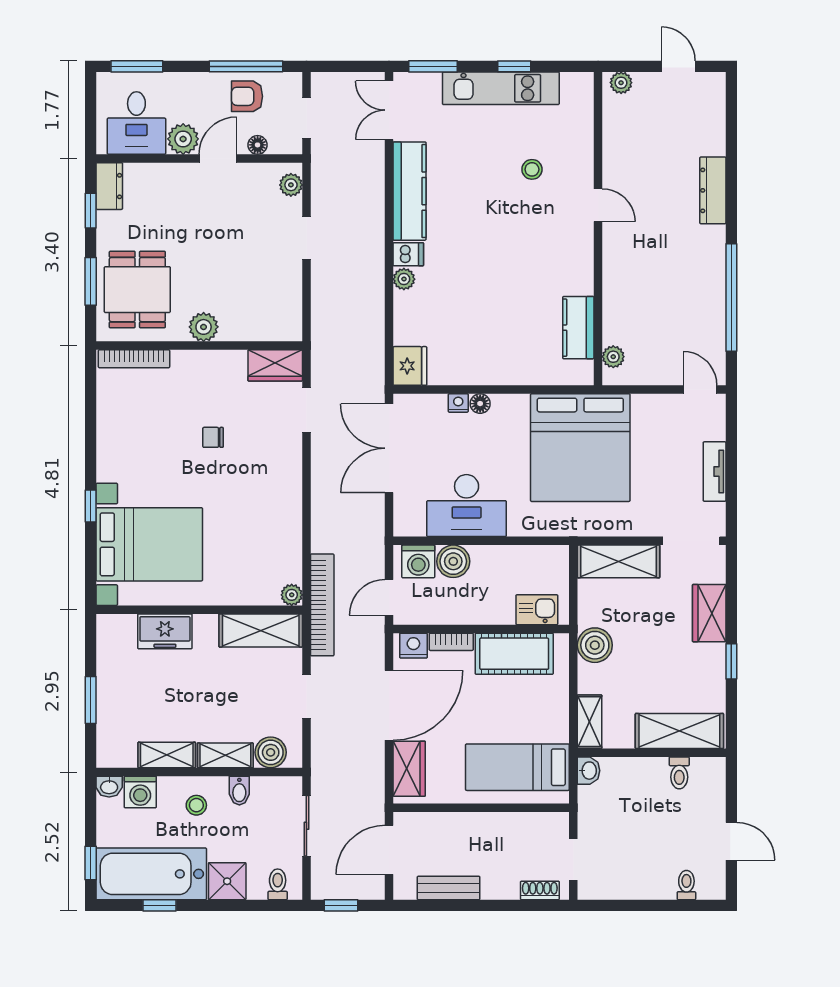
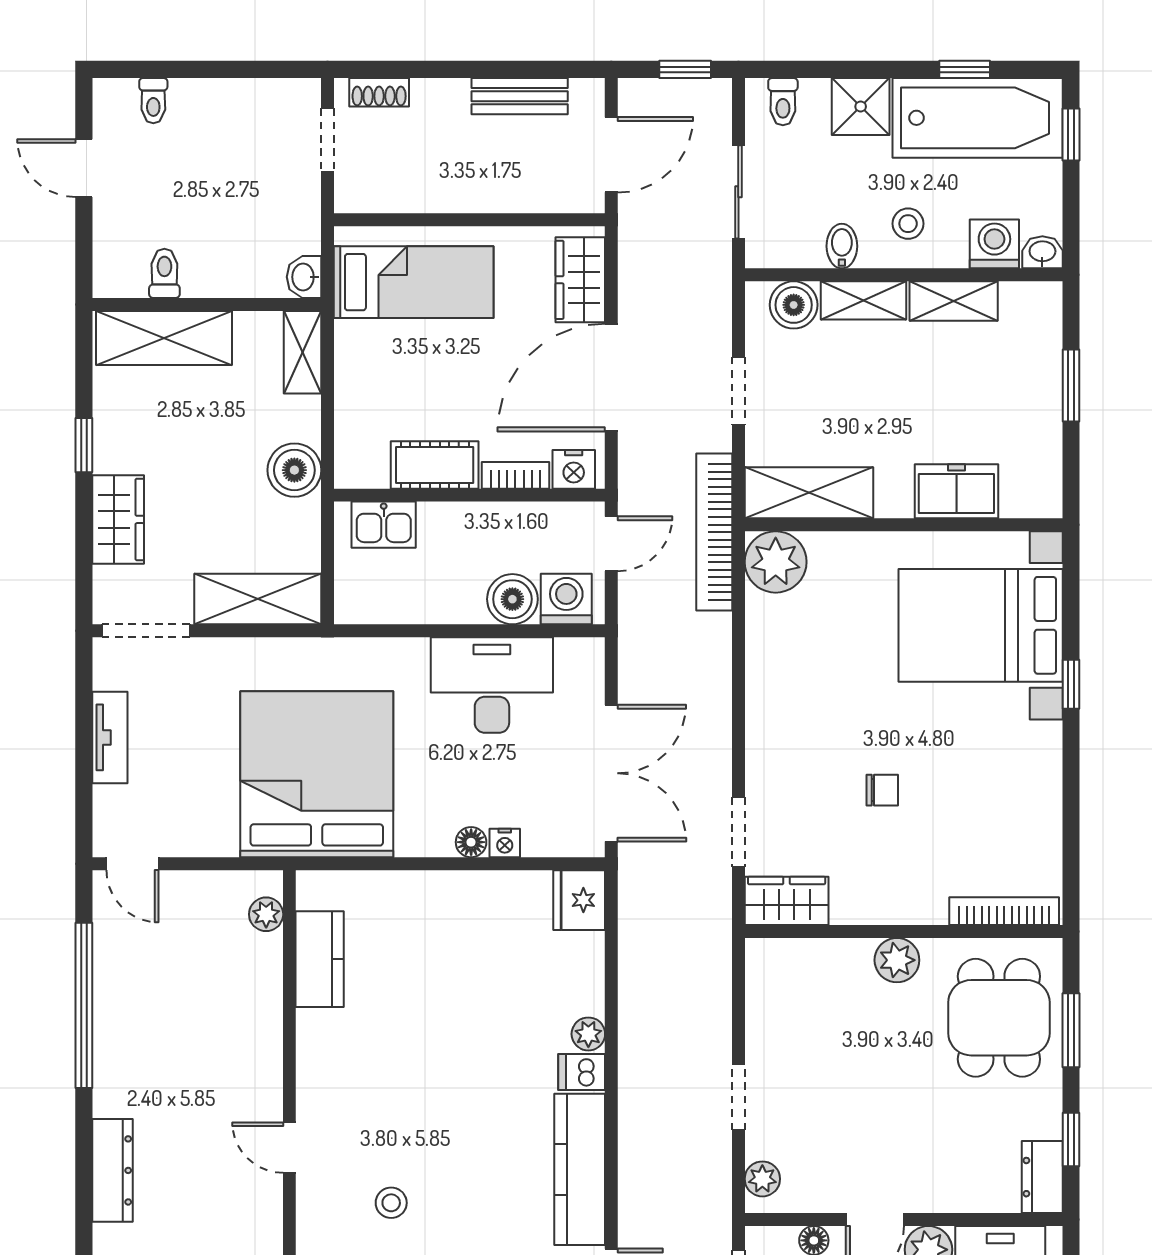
plant: (292, 595) -> (776, 562), width x1.88, depth x1.88
cot: (514, 654) -> (435, 465), width x0.73, depth x0.75

